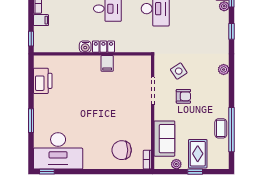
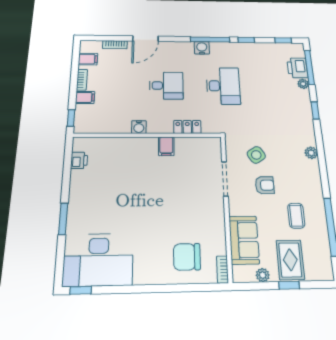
locker: (103, 47) -> (187, 127), moved
printer: (43, 81) -> (79, 160), width x0.53, depth x0.68
coffee table: (221, 128) -> (296, 216), moved

